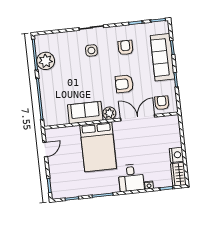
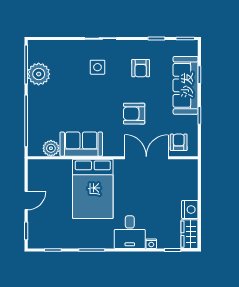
armchair: (126, 48) -> (141, 68), turned 180
plant: (109, 113) -> (51, 148), moved
door: (45, 150) -> (26, 201), moved

